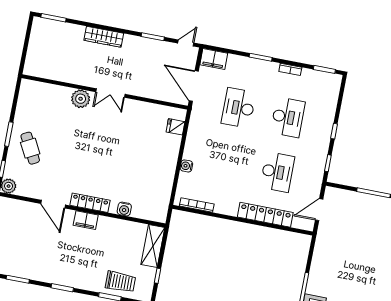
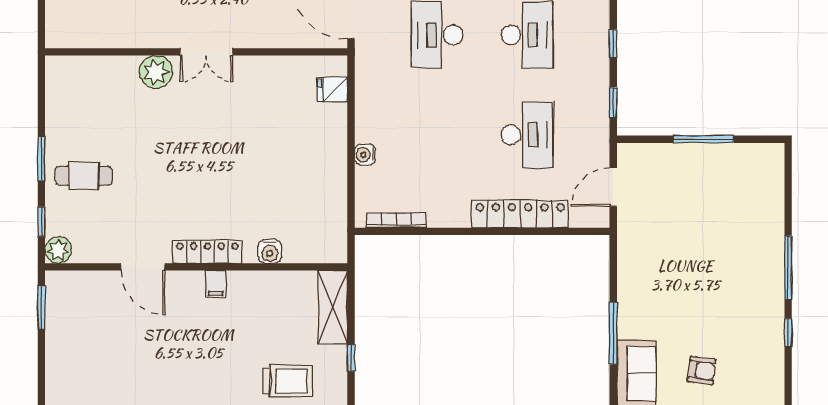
cafe table: (30, 148) -> (84, 176), turned -62
filing cabinet: (86, 220) -> (216, 284), width x0.50

